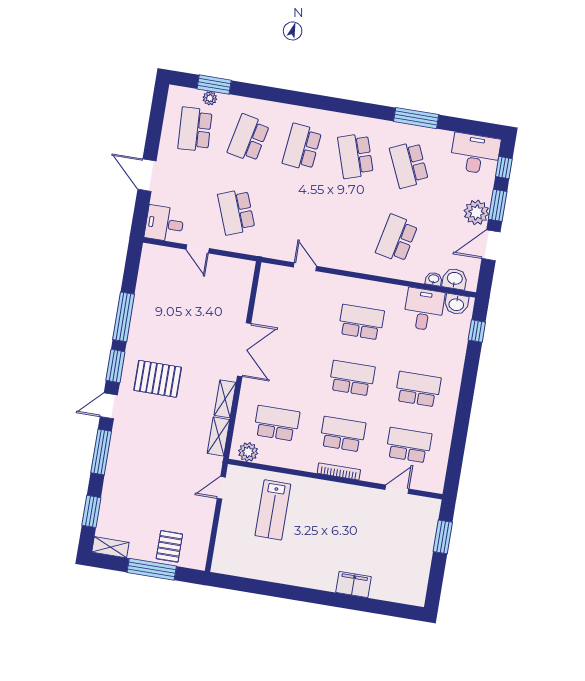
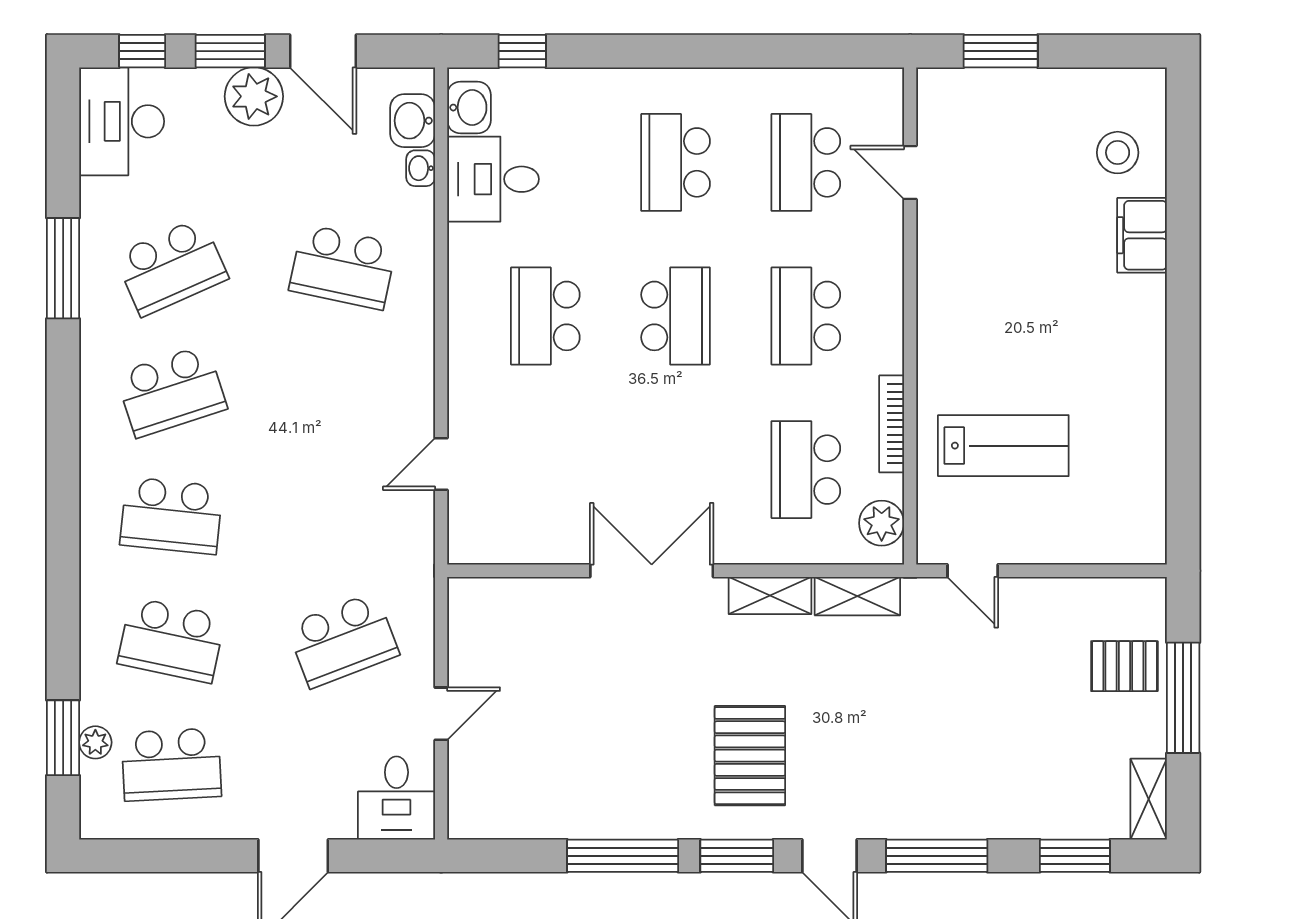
school desk: (352, 378) -> (676, 316), turned 180
bookcase: (339, 471) -> (892, 424), moved
stool: (391, 580) -> (1118, 153), added

